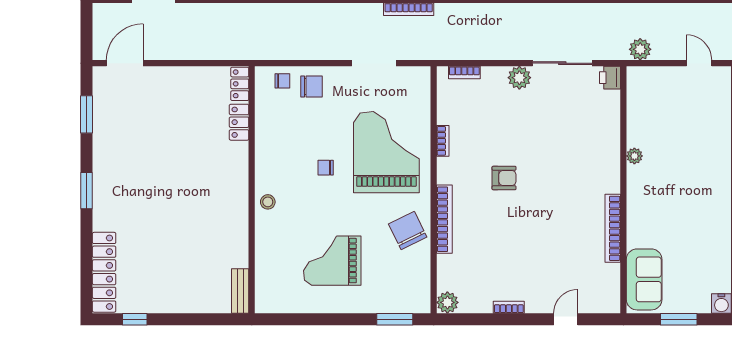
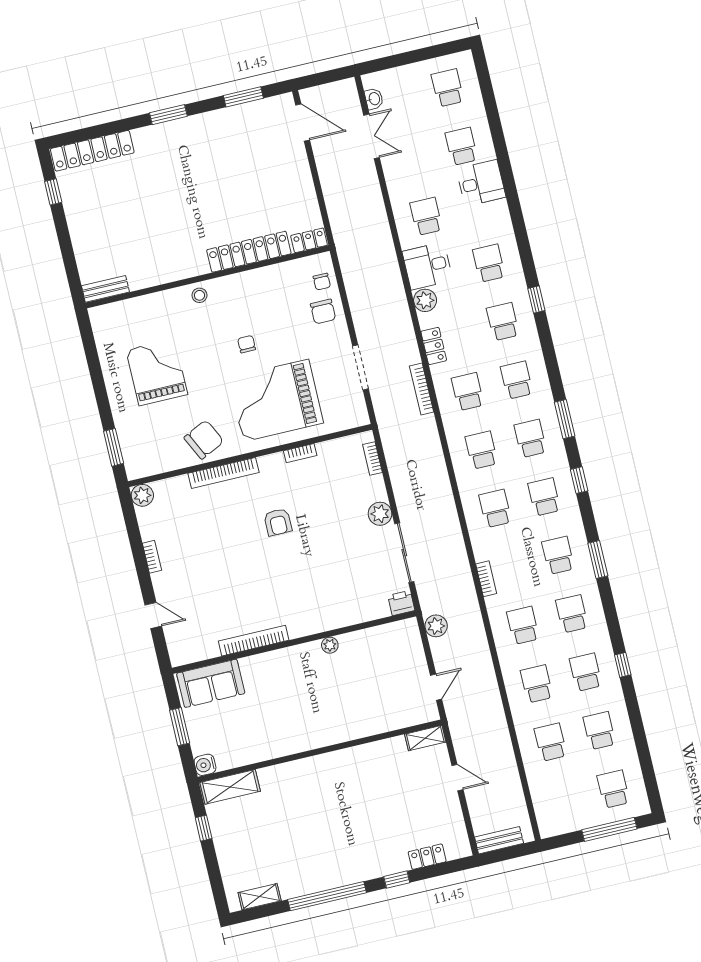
locker: (239, 122) -> (249, 252), width x2.16, depth x1.21
grand piano: (386, 152) -> (276, 400), turned 180

